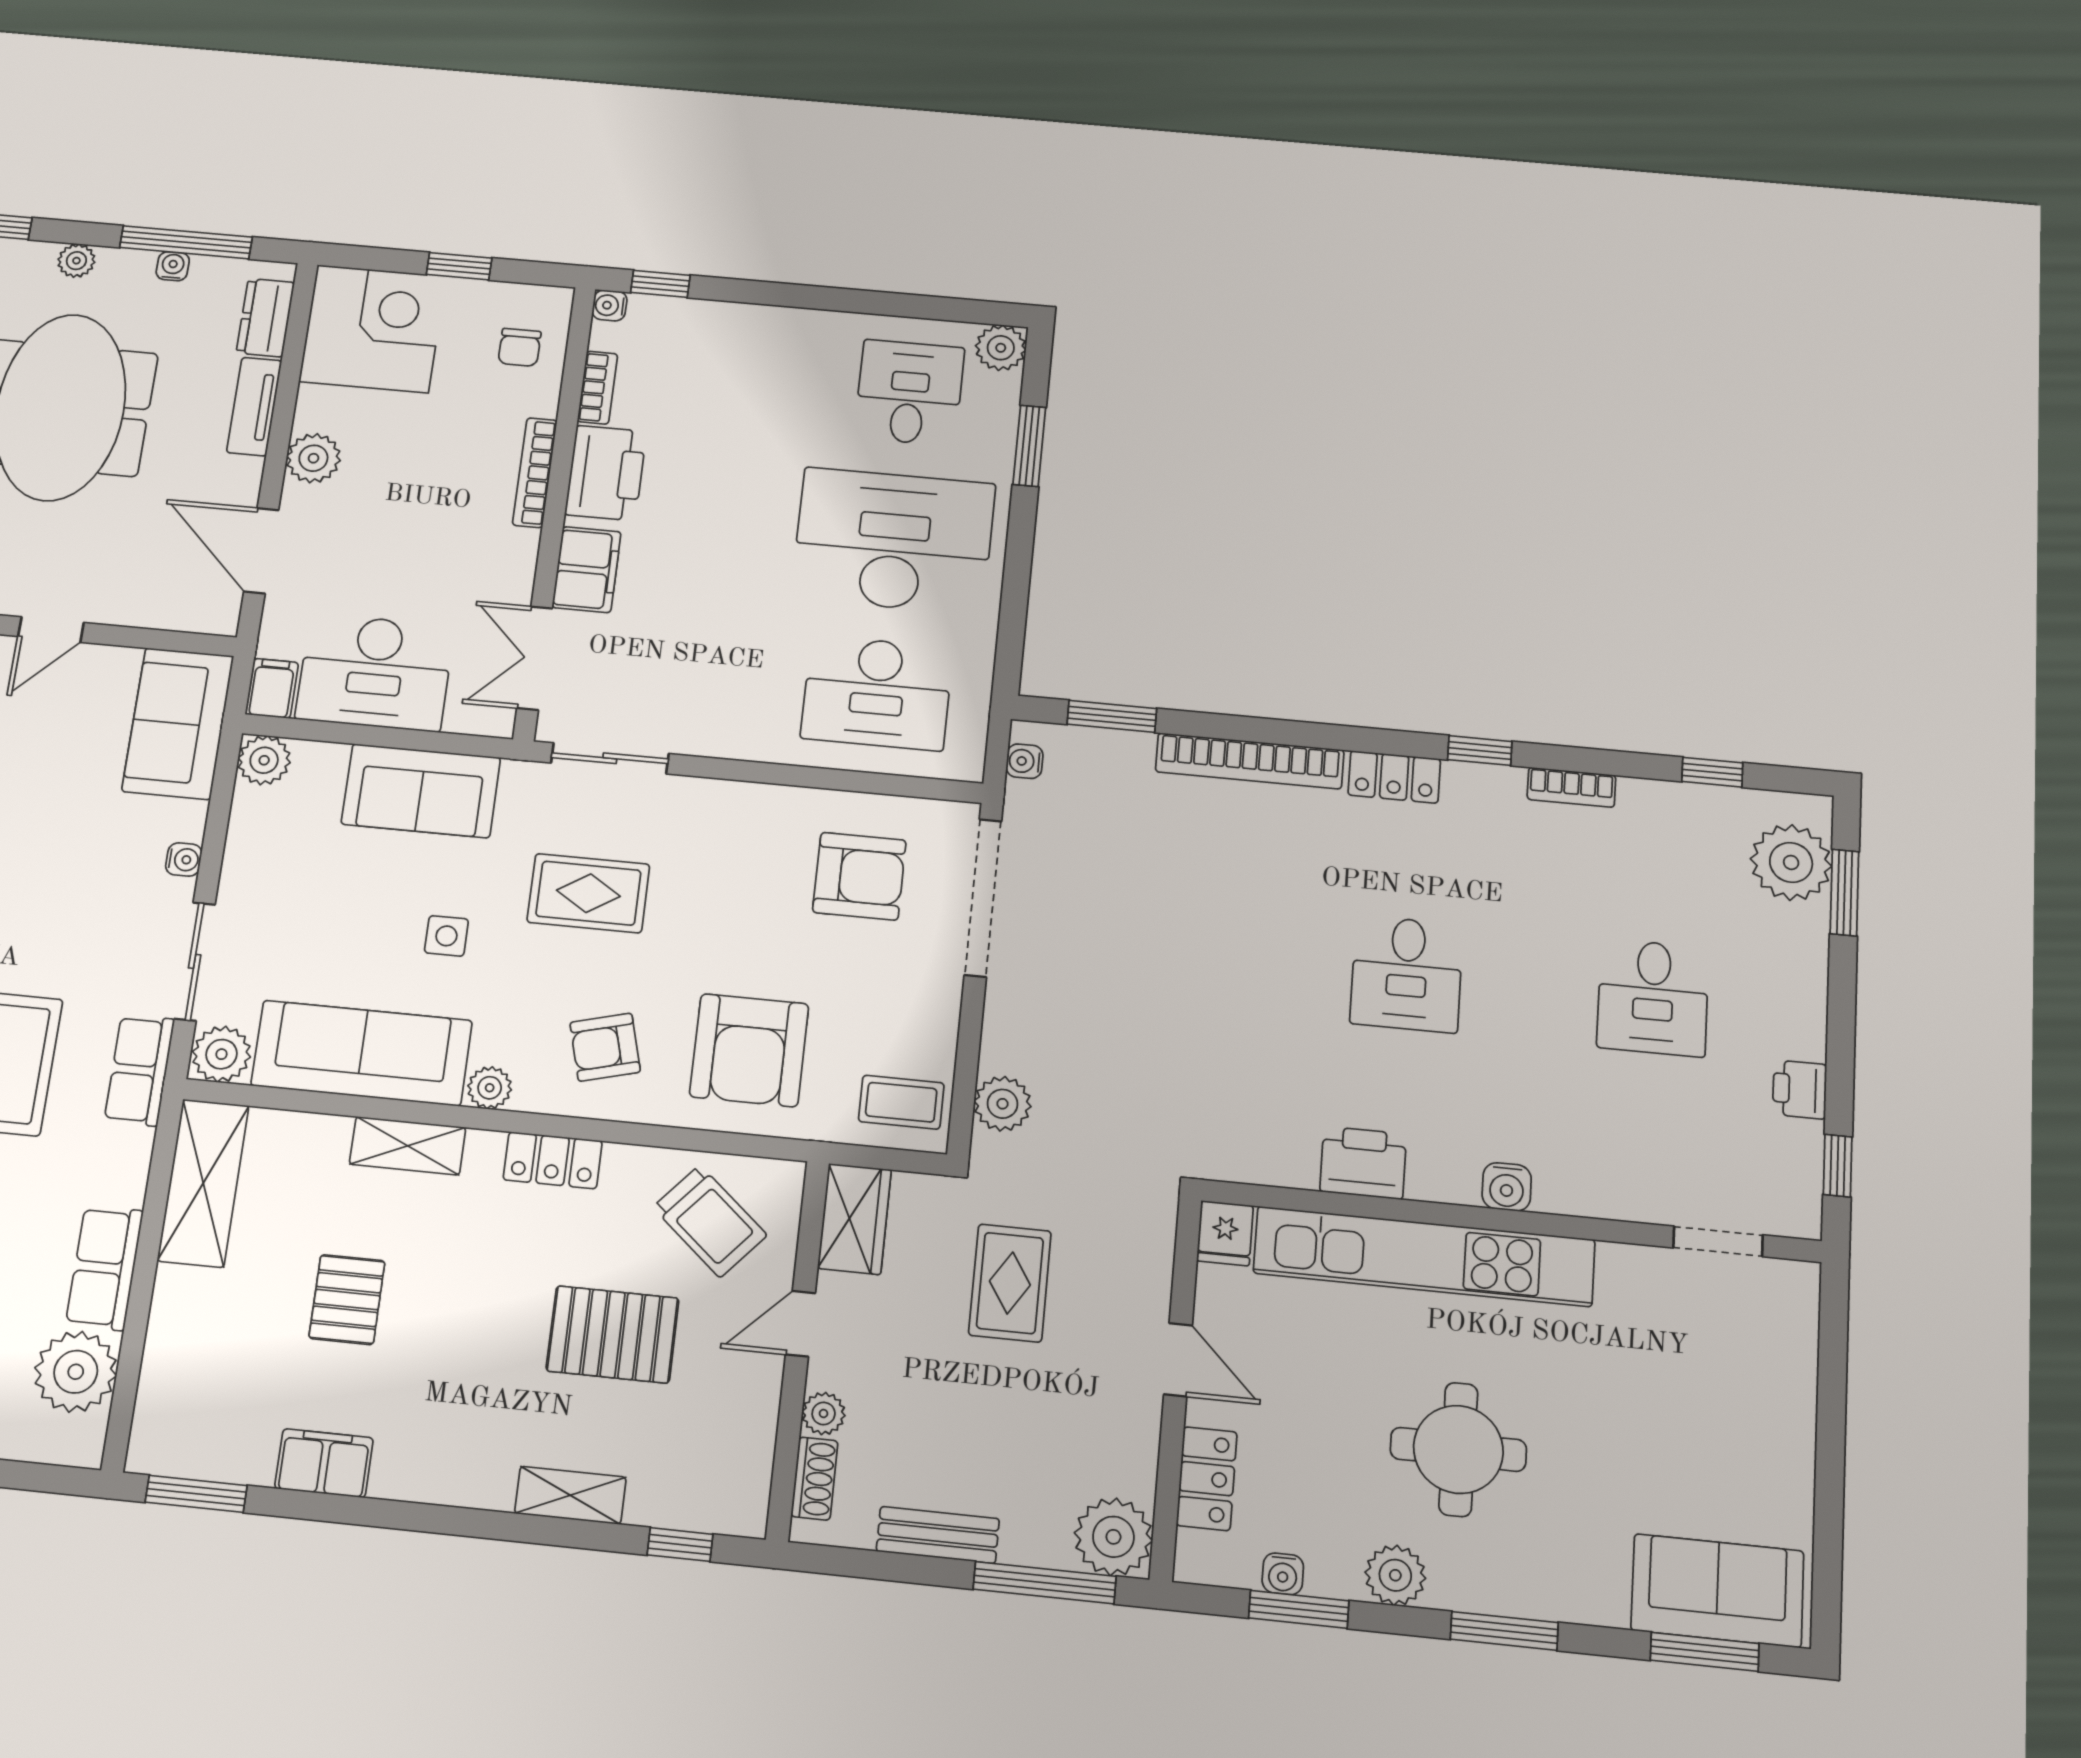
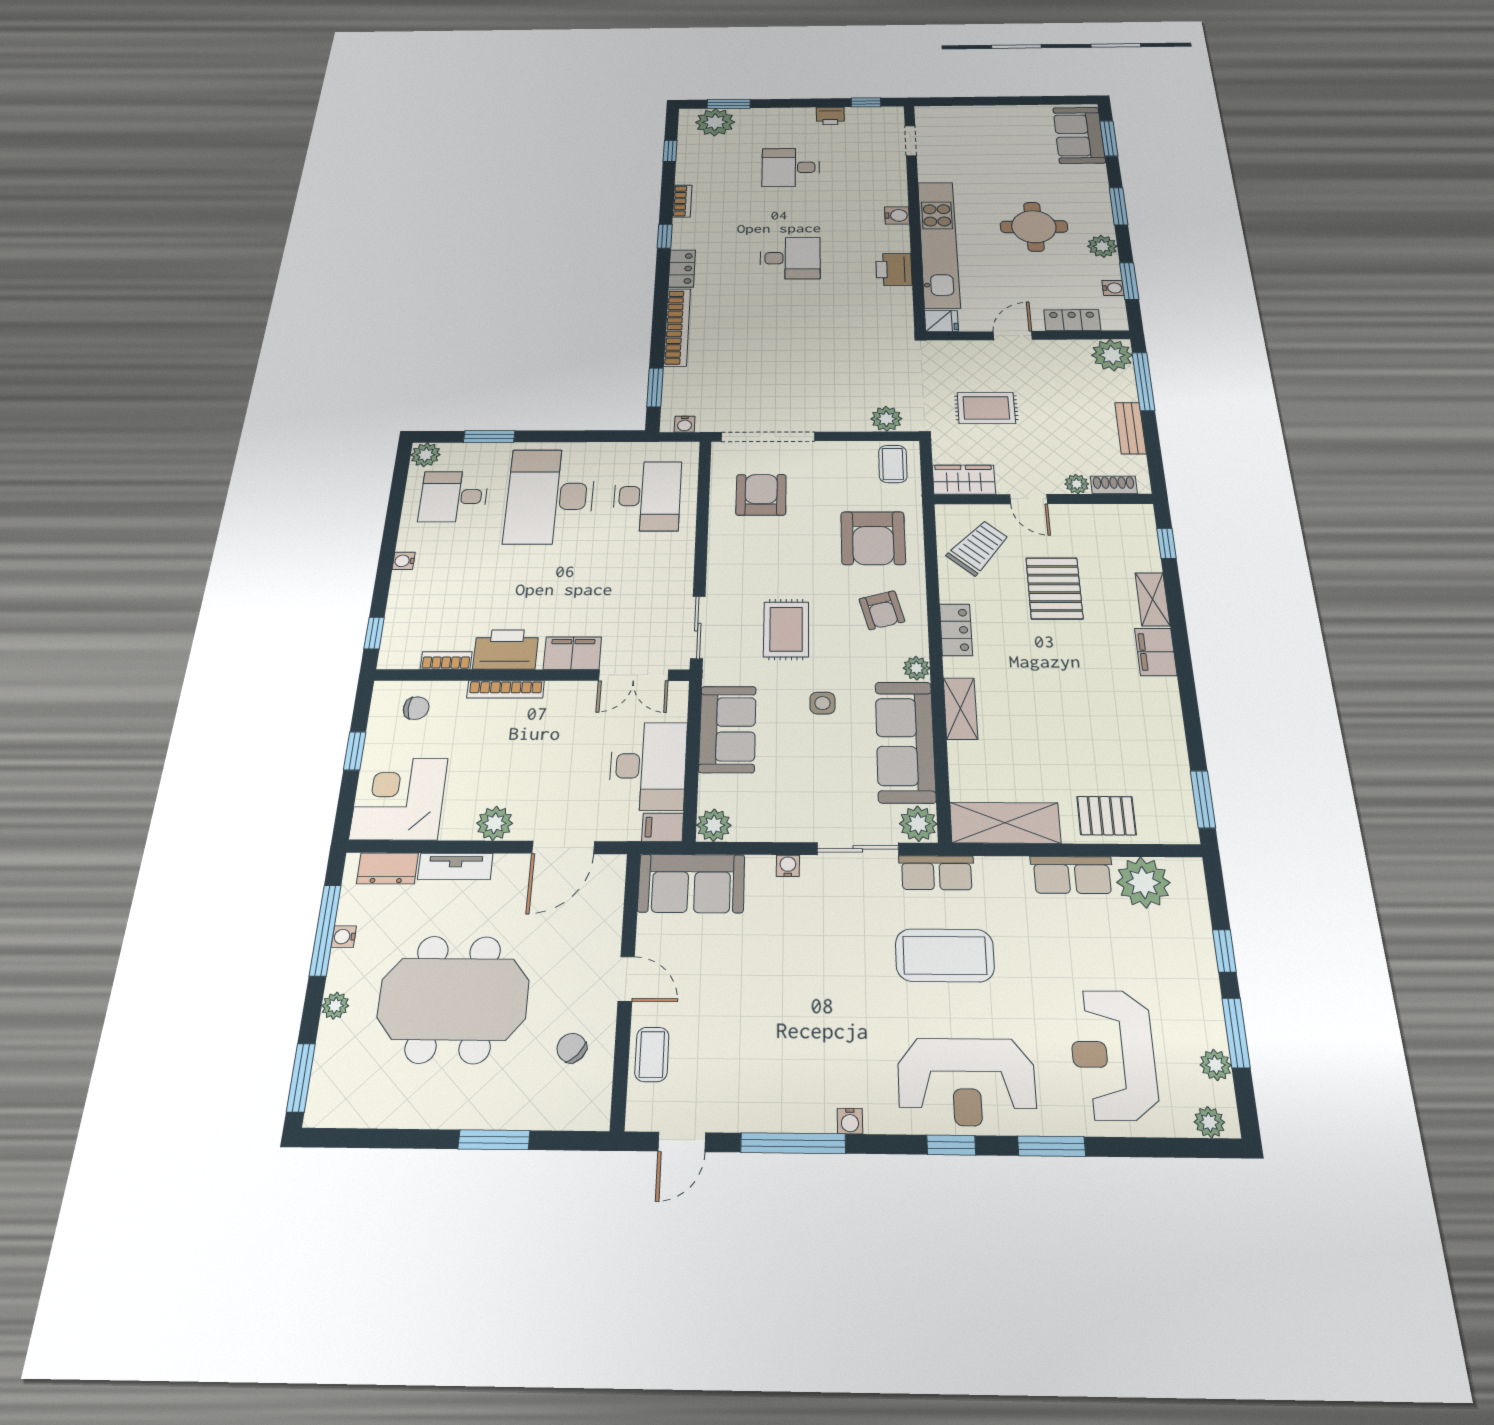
water cooler: (610, 305) -> (404, 561), moved, turned 90
desk: (1653, 998) -> (791, 167), turned 180
armchair: (749, 1050) -> (873, 538), turned 90
pallet: (347, 1300) -> (1106, 816), moved
filing cabinet: (324, 1463) -> (1156, 652), moved

